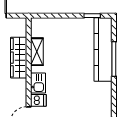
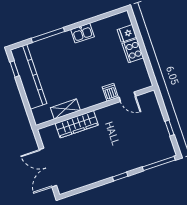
kitchen counter: (103, 50) -> (28, 77), moved, turned -90
kitchen sink: (38, 83) -> (82, 33), moved, turned 180

